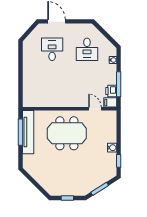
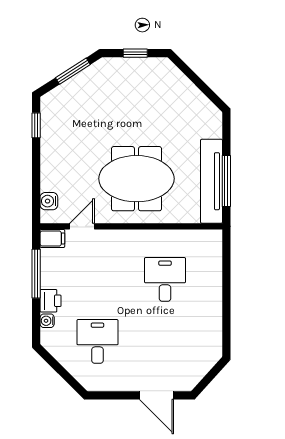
desk: (52, 49) -> (165, 279), moved, turned 180
printer: (111, 91) -> (51, 301), moved
door: (95, 109) -> (82, 226), swing flipped
water cooler: (112, 148) -> (49, 201), moved

